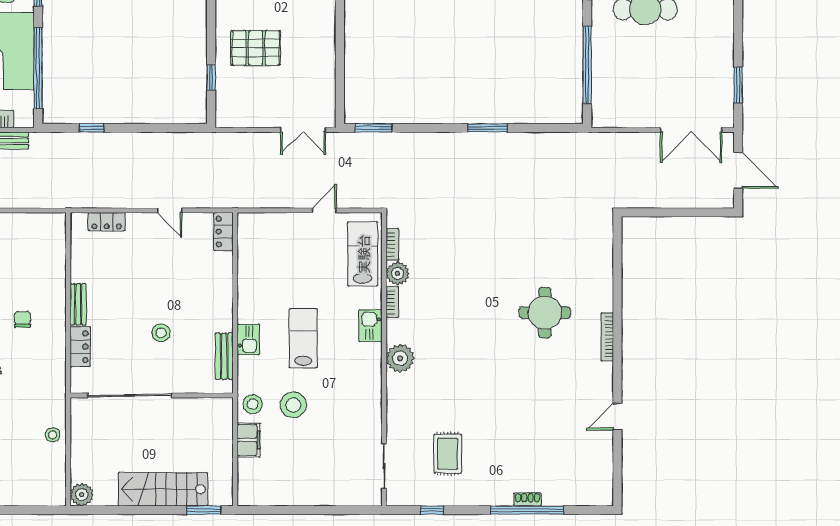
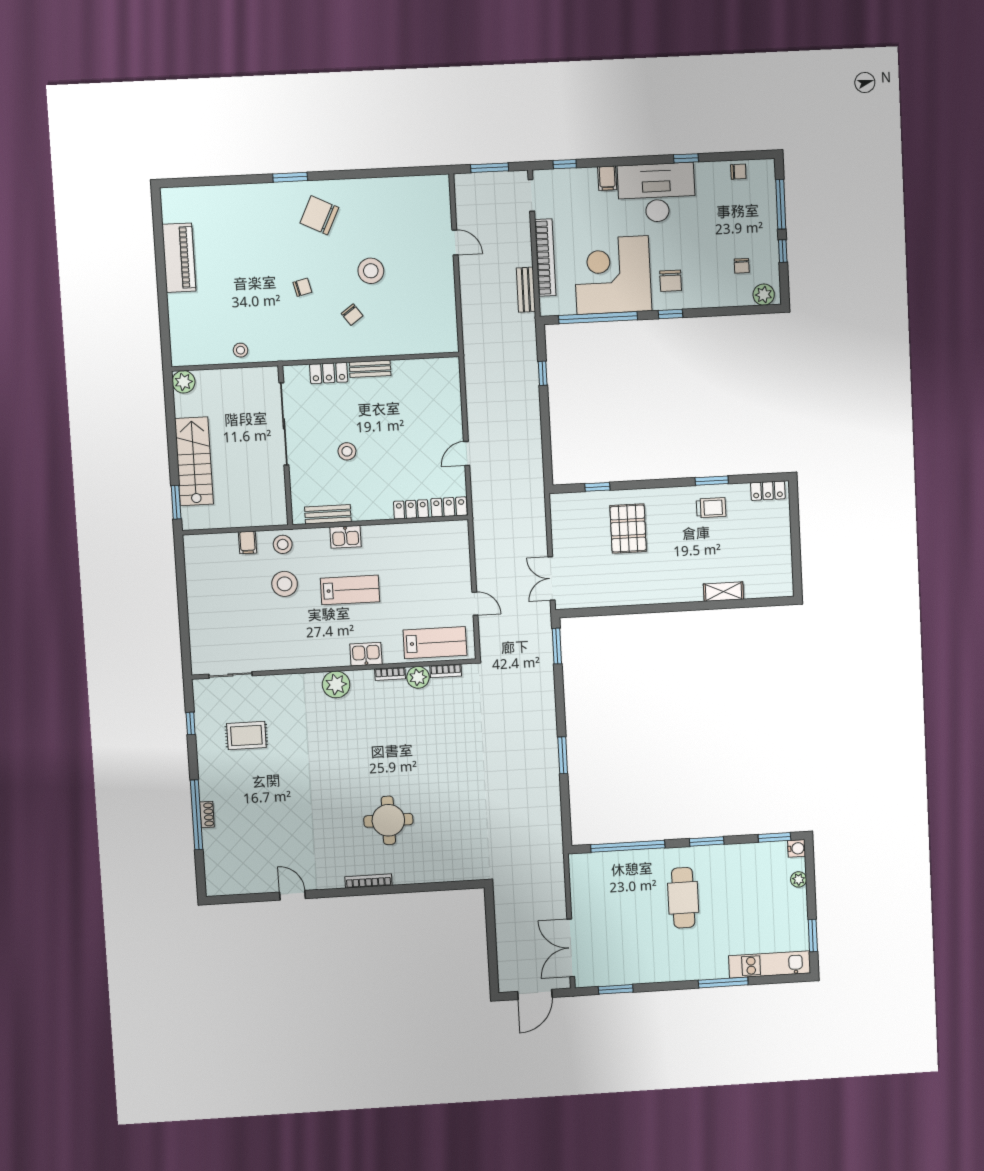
locker: (107, 222) -> (411, 509), moved, turned 90
chair: (22, 319) -> (352, 315), turned 54
filing cabinet: (249, 440) -> (248, 542), width x0.50

